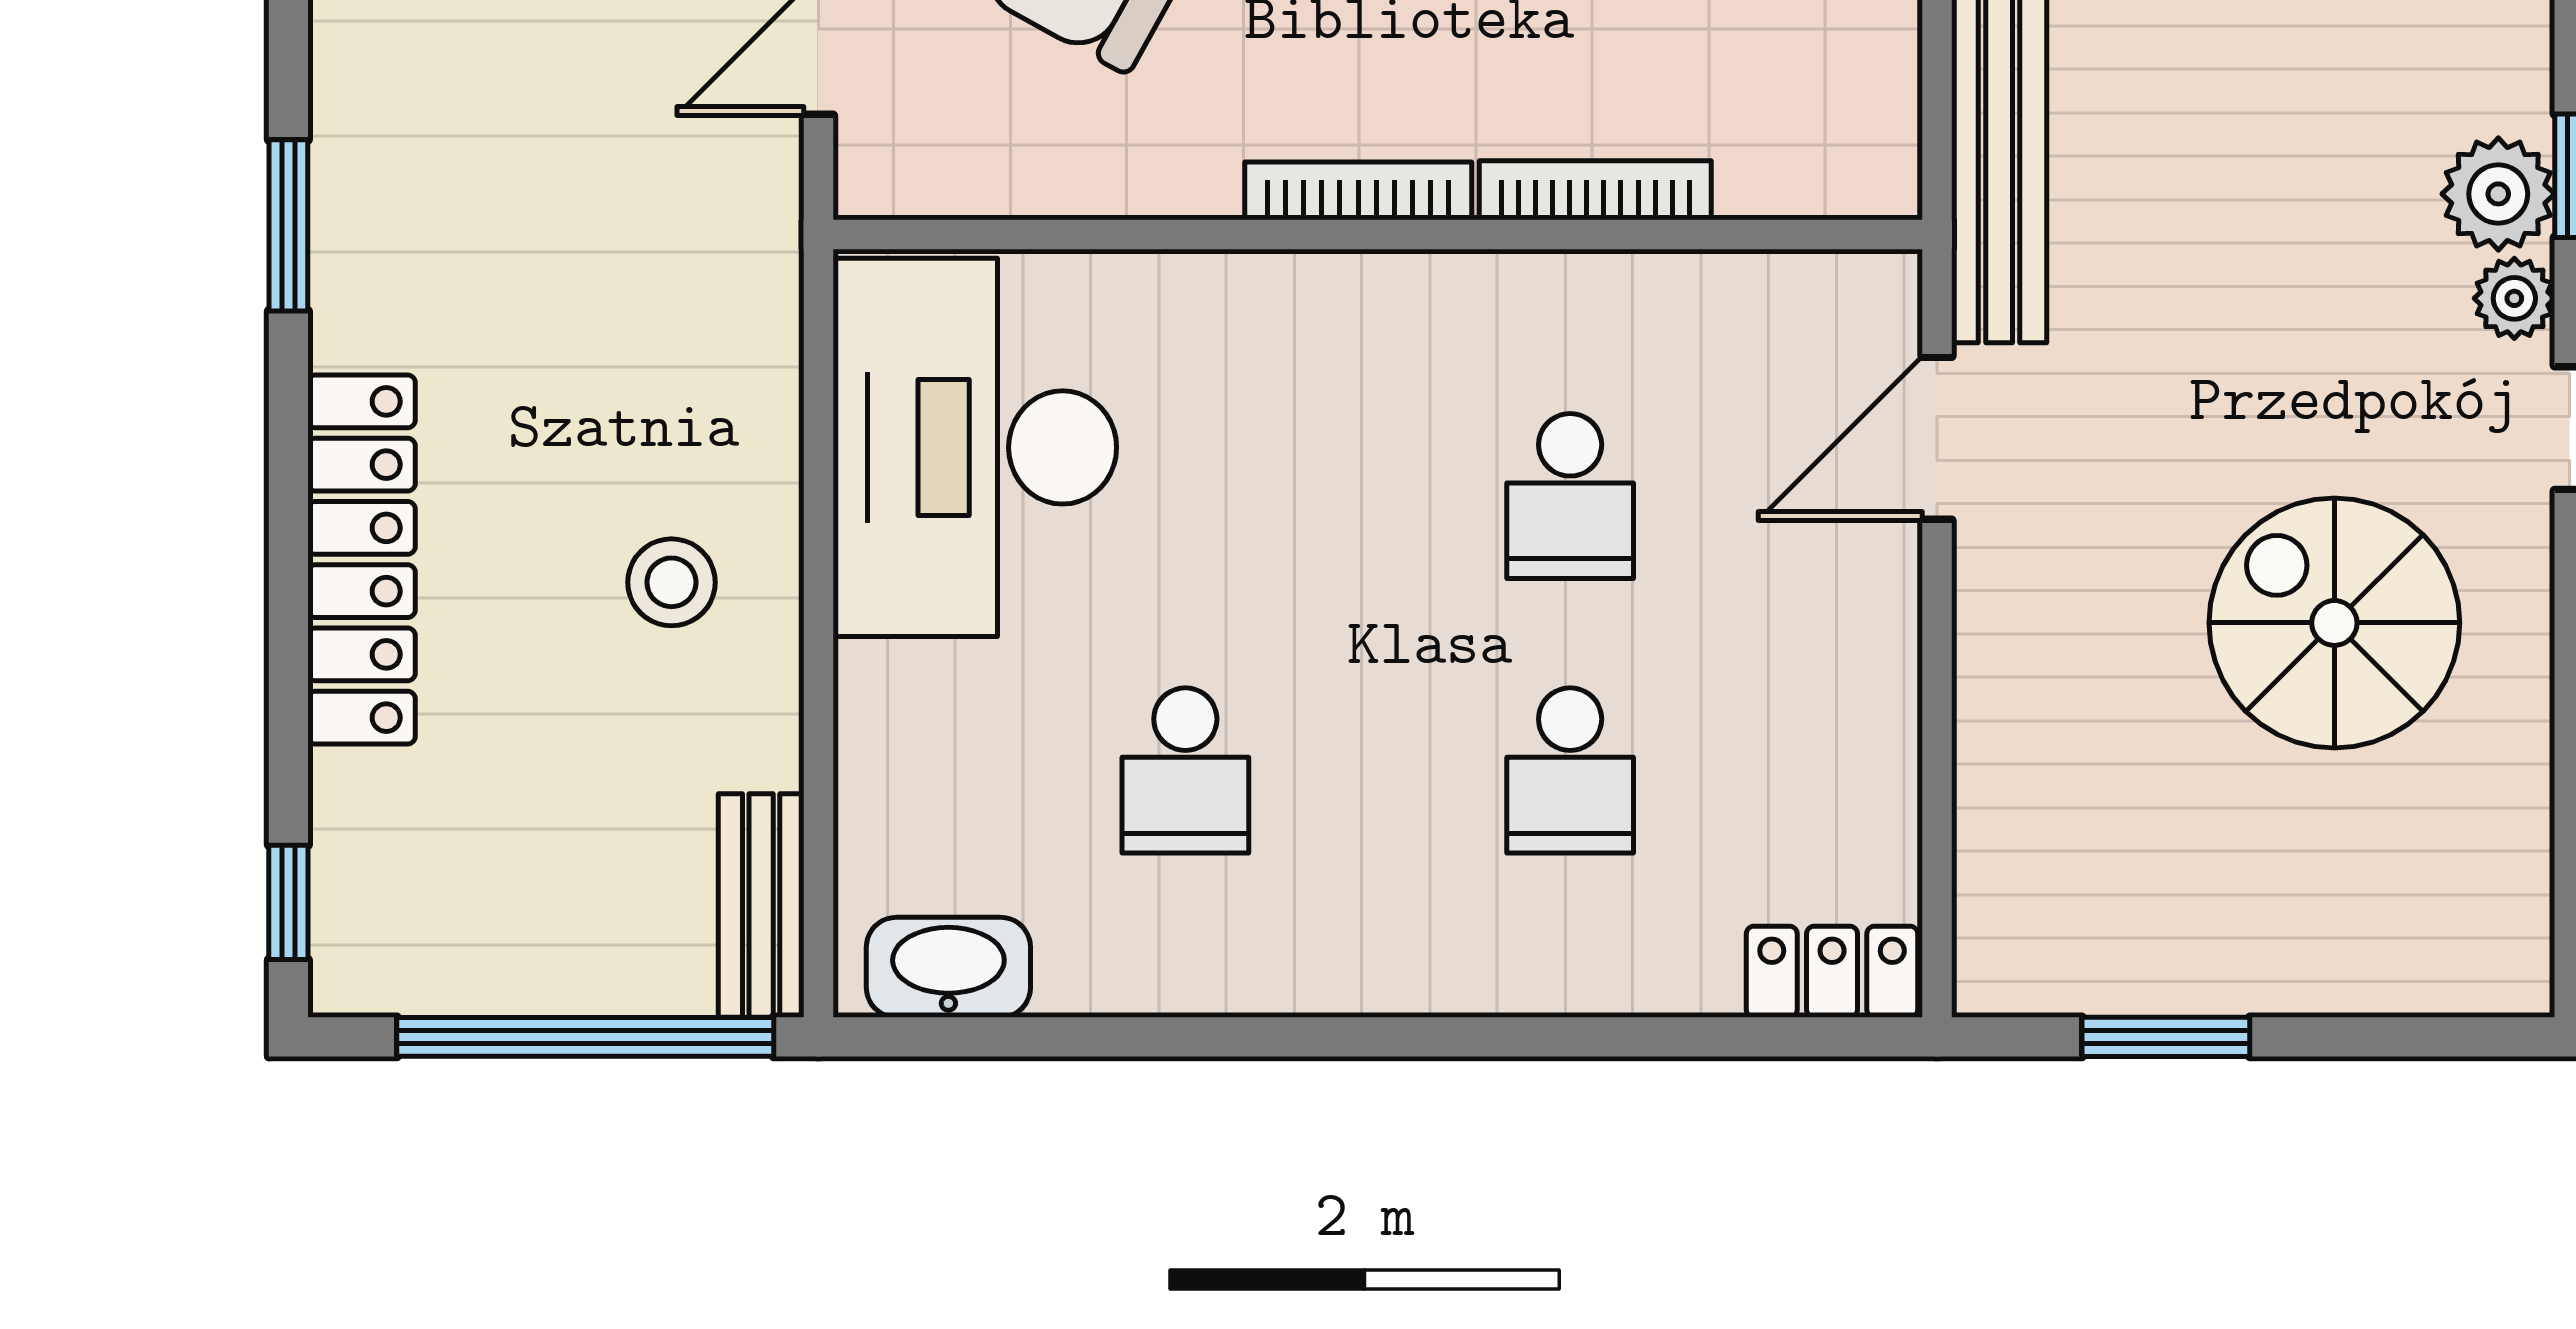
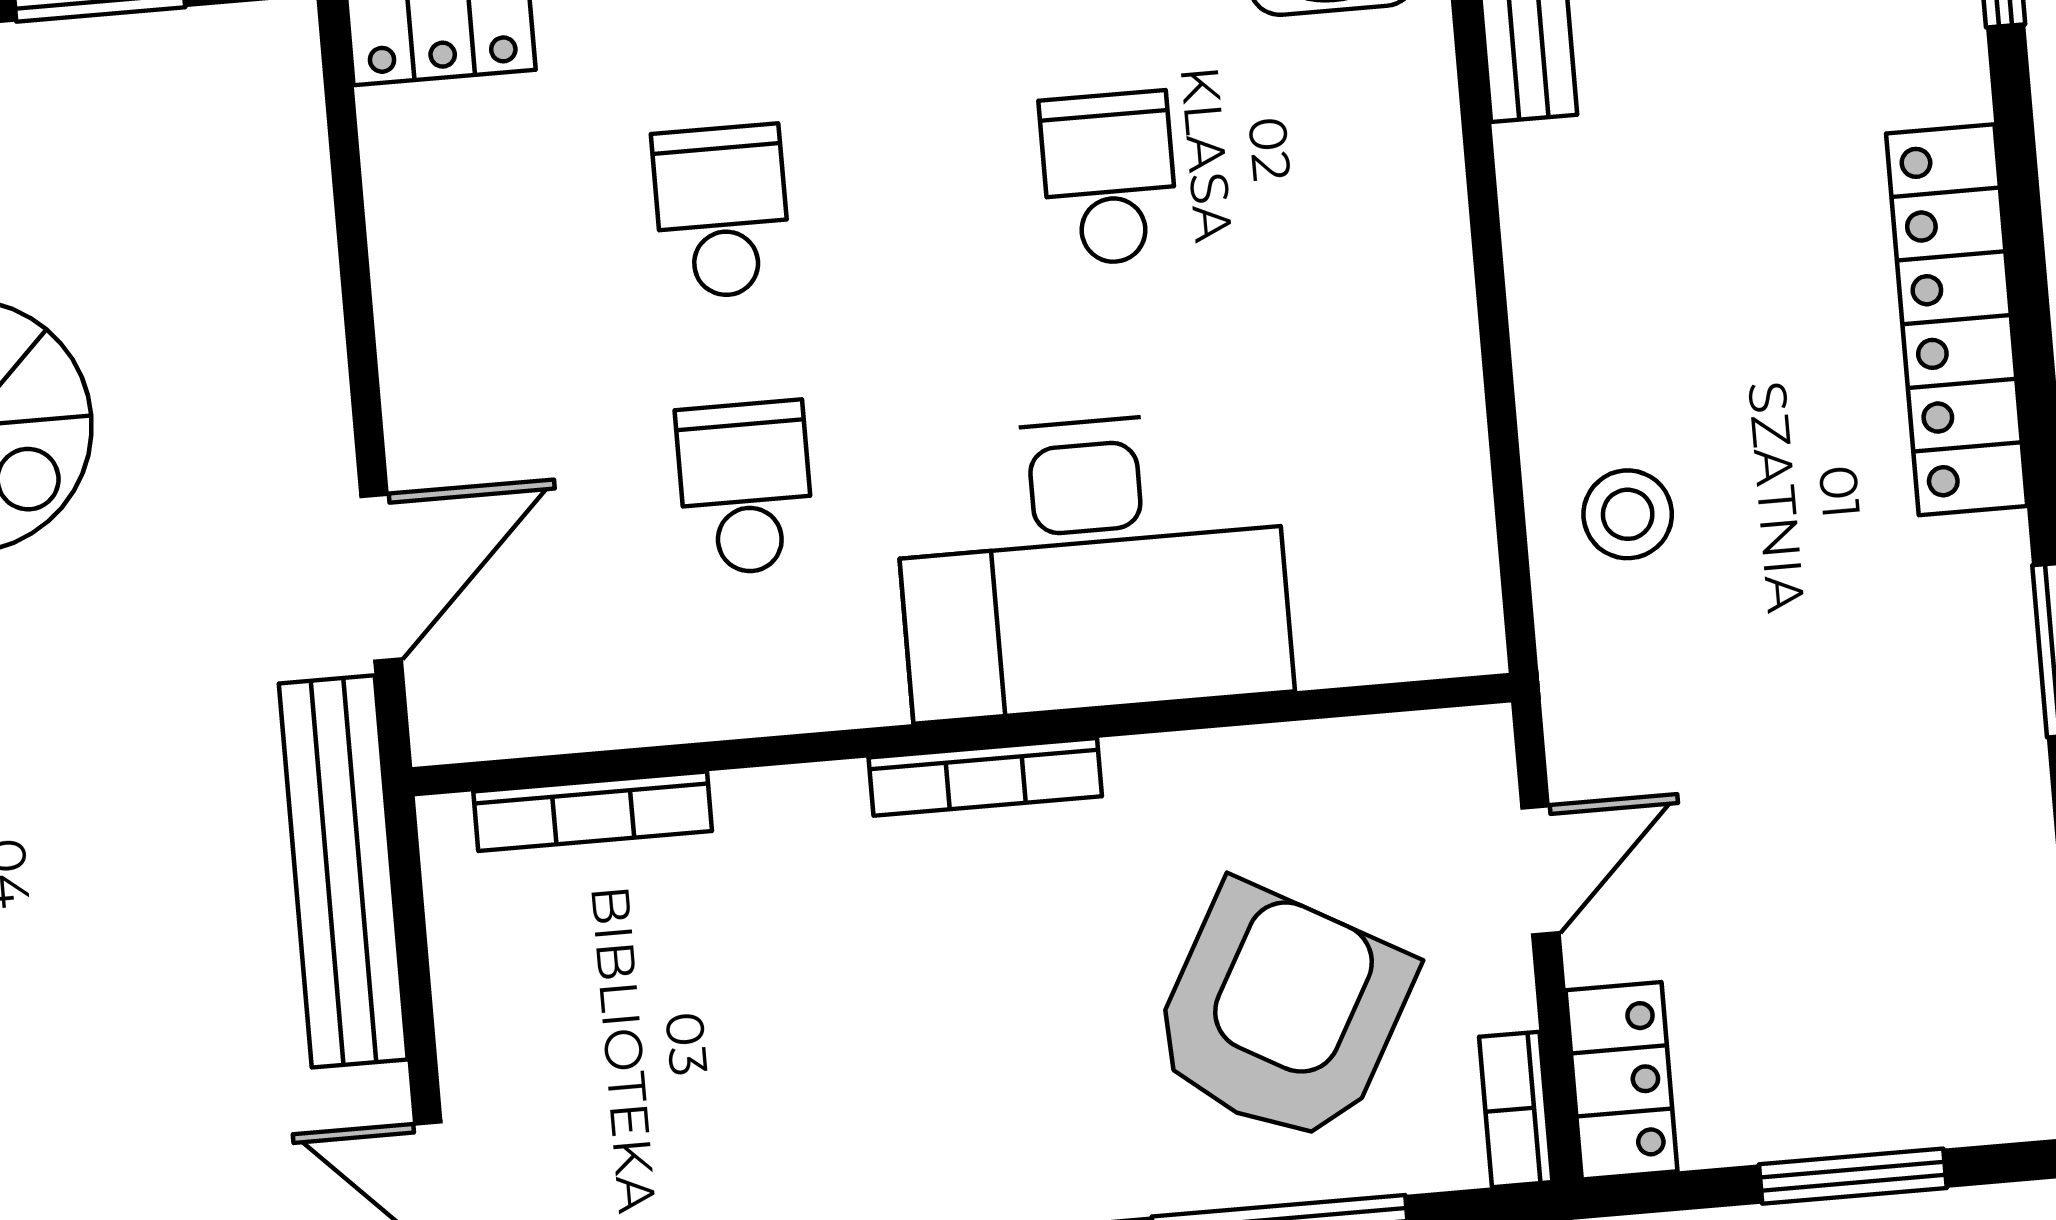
bookcase: (1595, 190) -> (593, 811), moved
desk: (975, 447) -> (1092, 565), moved, turned 90
stool: (671, 582) -> (1628, 514), moved

